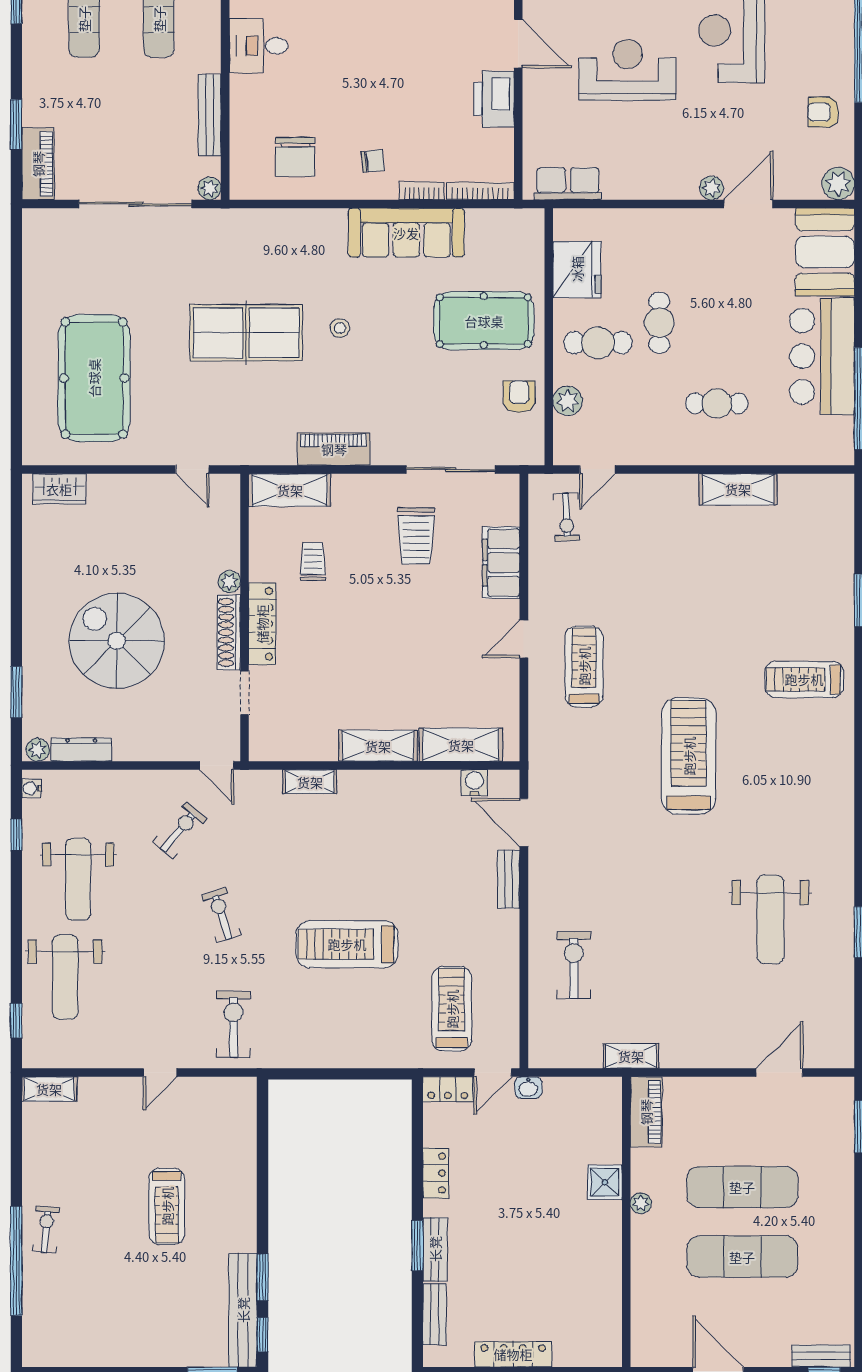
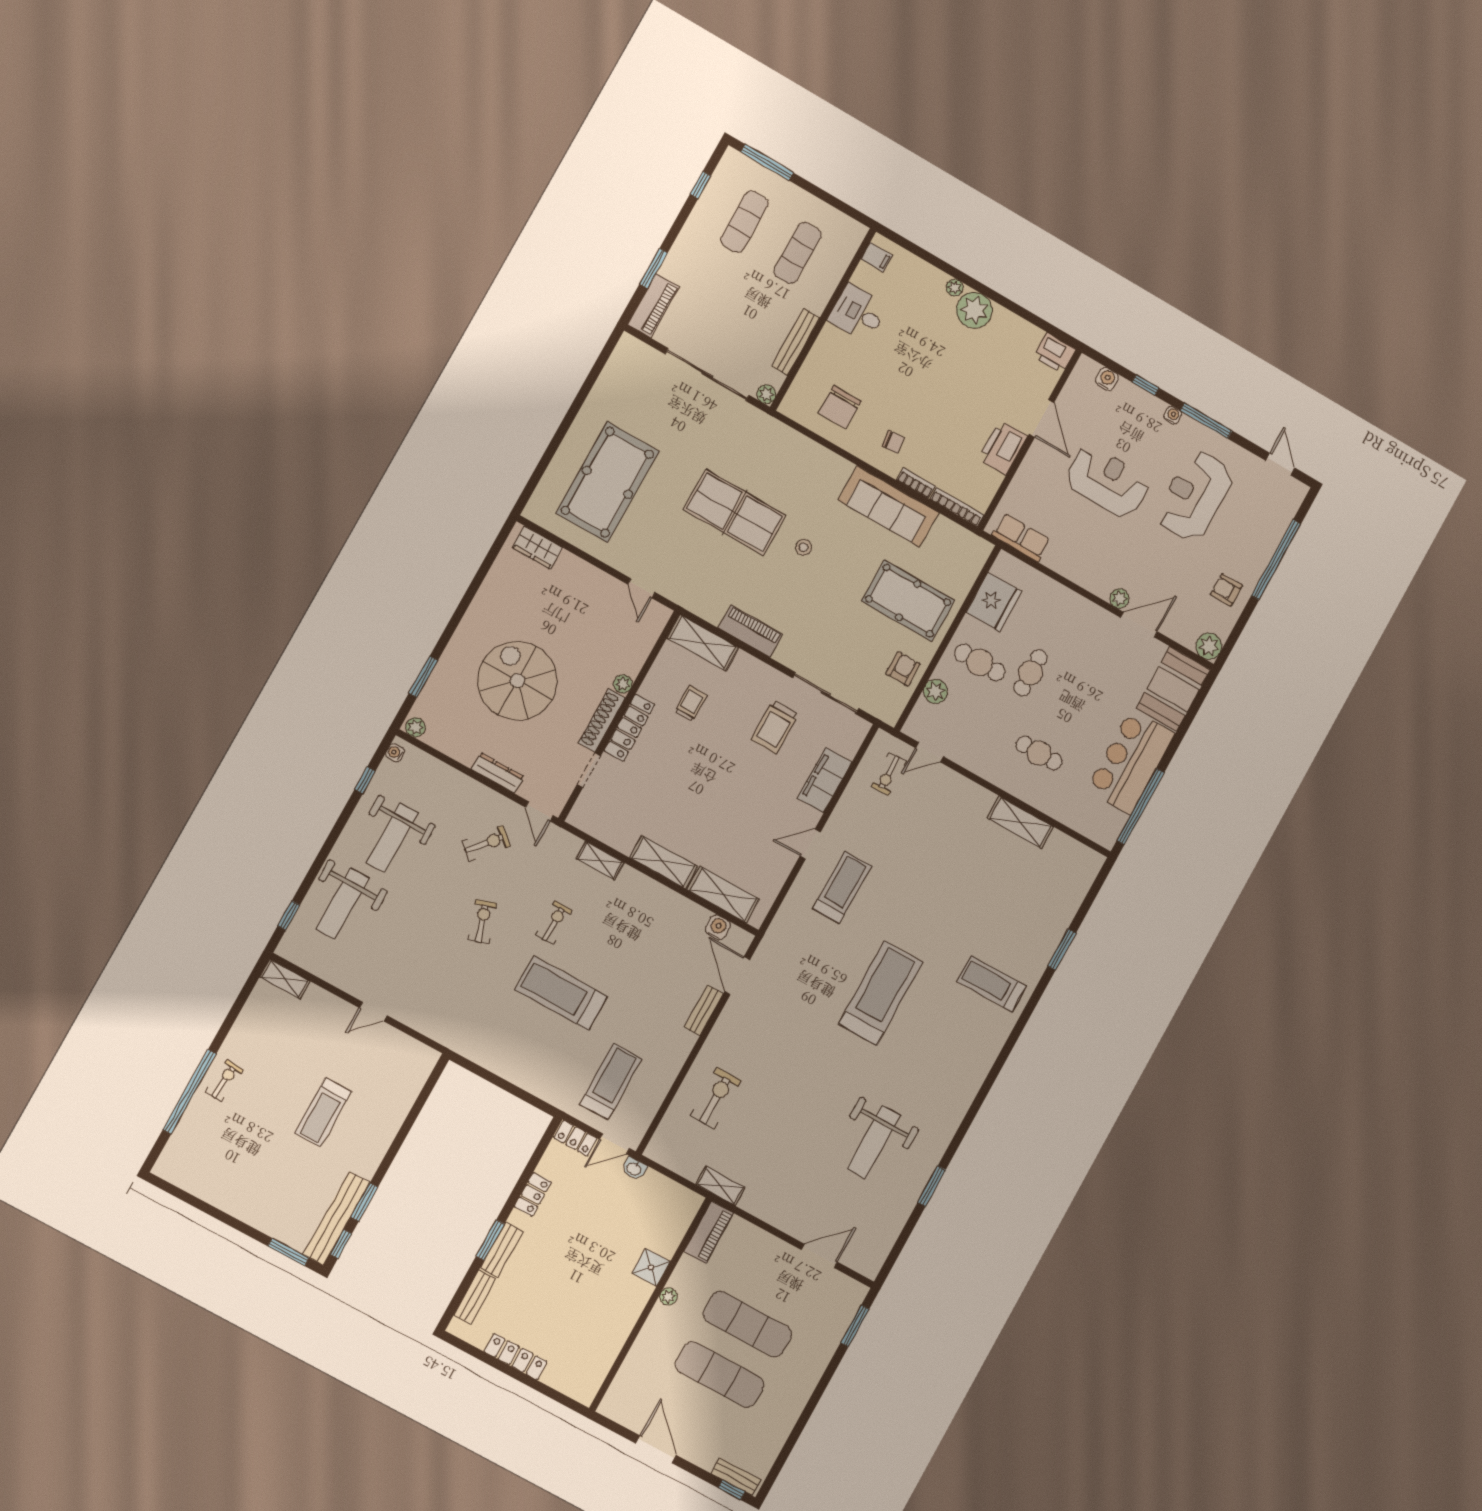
dresser: (81, 750) -> (498, 773), moved
exercise bike: (234, 1024) -> (554, 923), moved, width x0.73, depth x0.72

